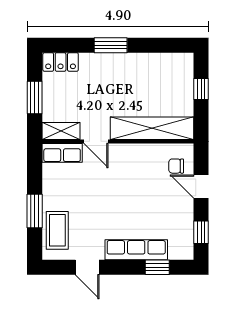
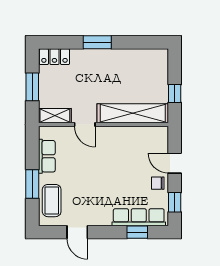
window: (201, 89) -> (175, 93), moved
row of seats: (62, 153) -> (47, 156), moved, turned -90
chair: (176, 166) -> (158, 183), moved
row of seats: (136, 250) -> (139, 217), moved

